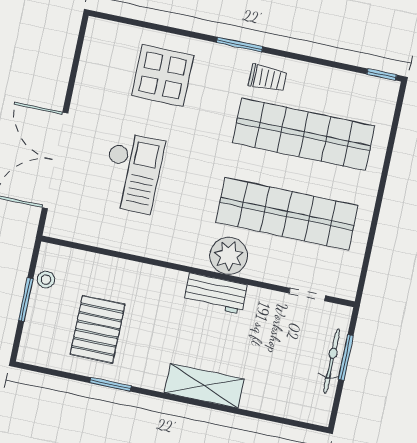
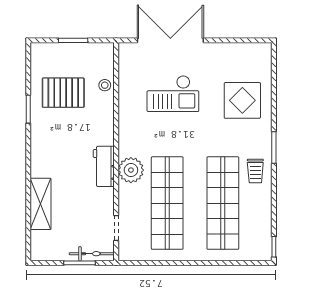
stool: (46, 280) -> (105, 85), moved
bicycle: (332, 361) -> (92, 254), moved
shelving: (204, 386) -> (41, 204), moved

